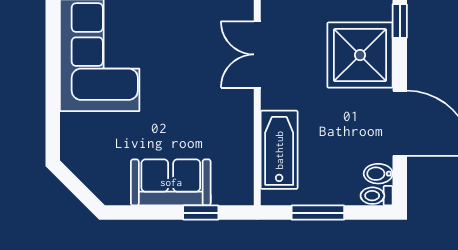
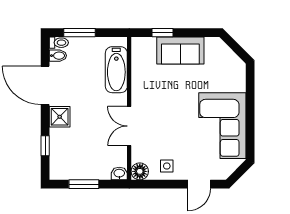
double door: (257, 54) -> (129, 126), swing flipped
shower: (360, 55) -> (60, 117), width x0.54, depth x0.54
window: (318, 213) -> (79, 33), moved

